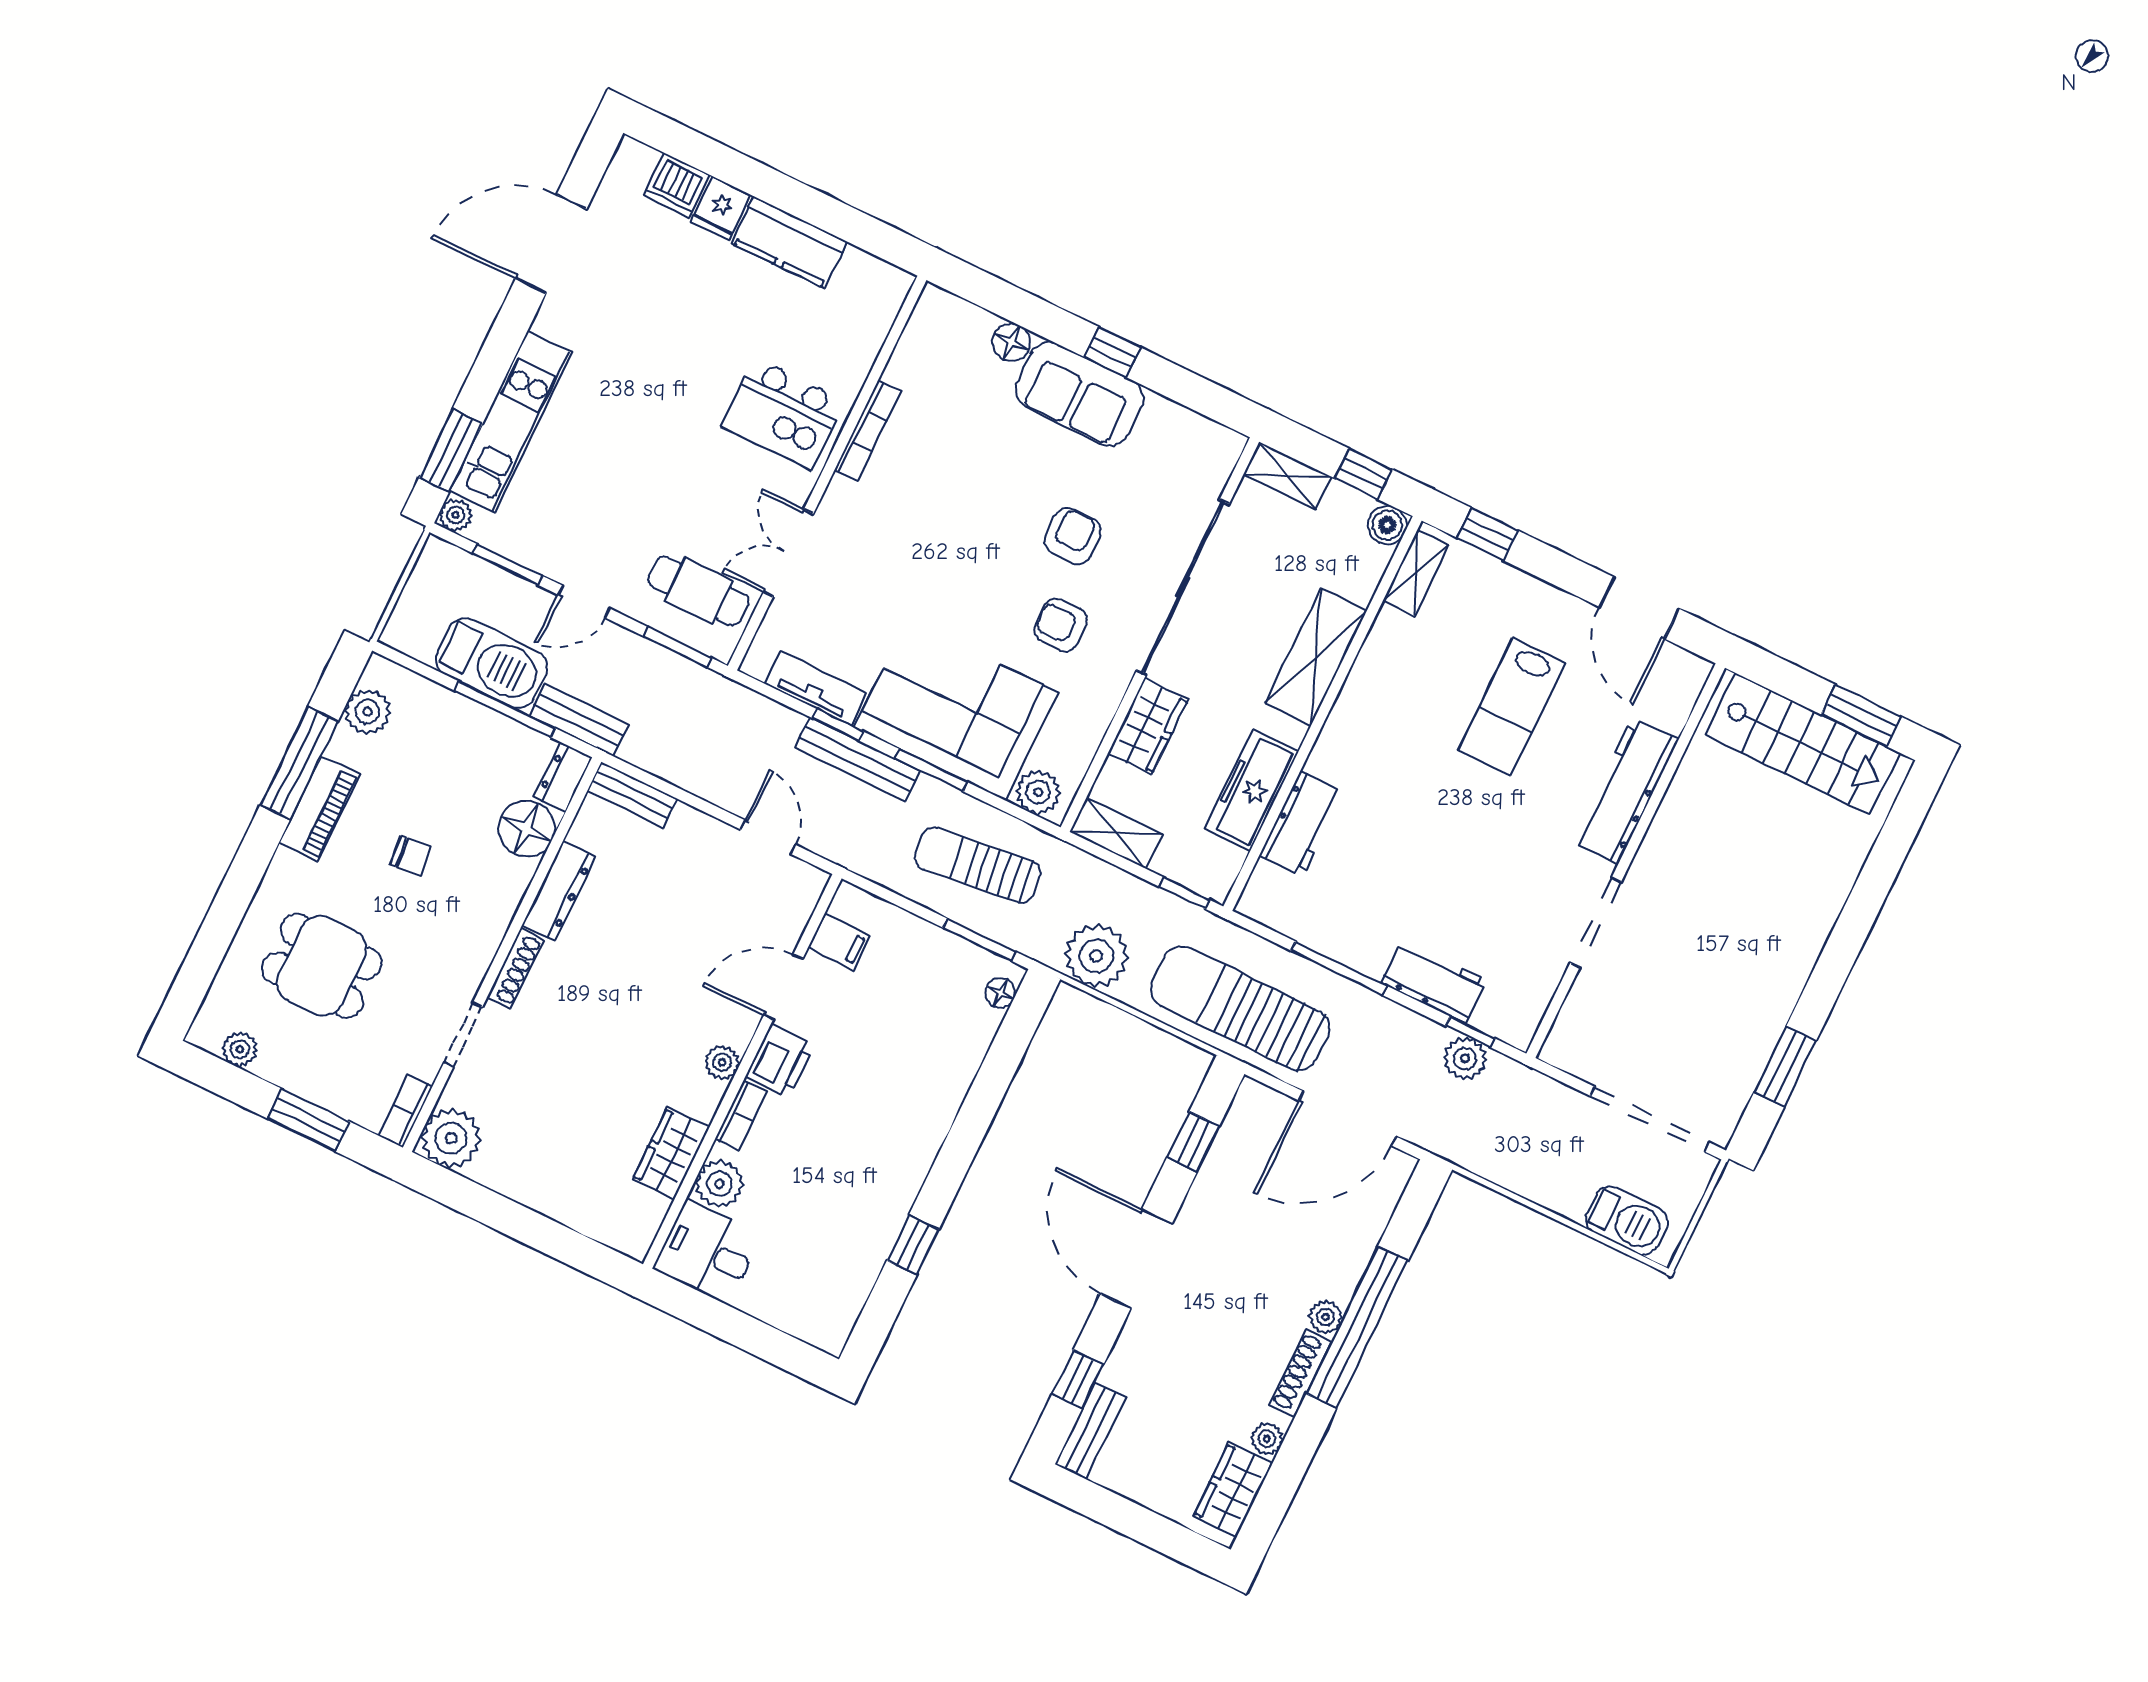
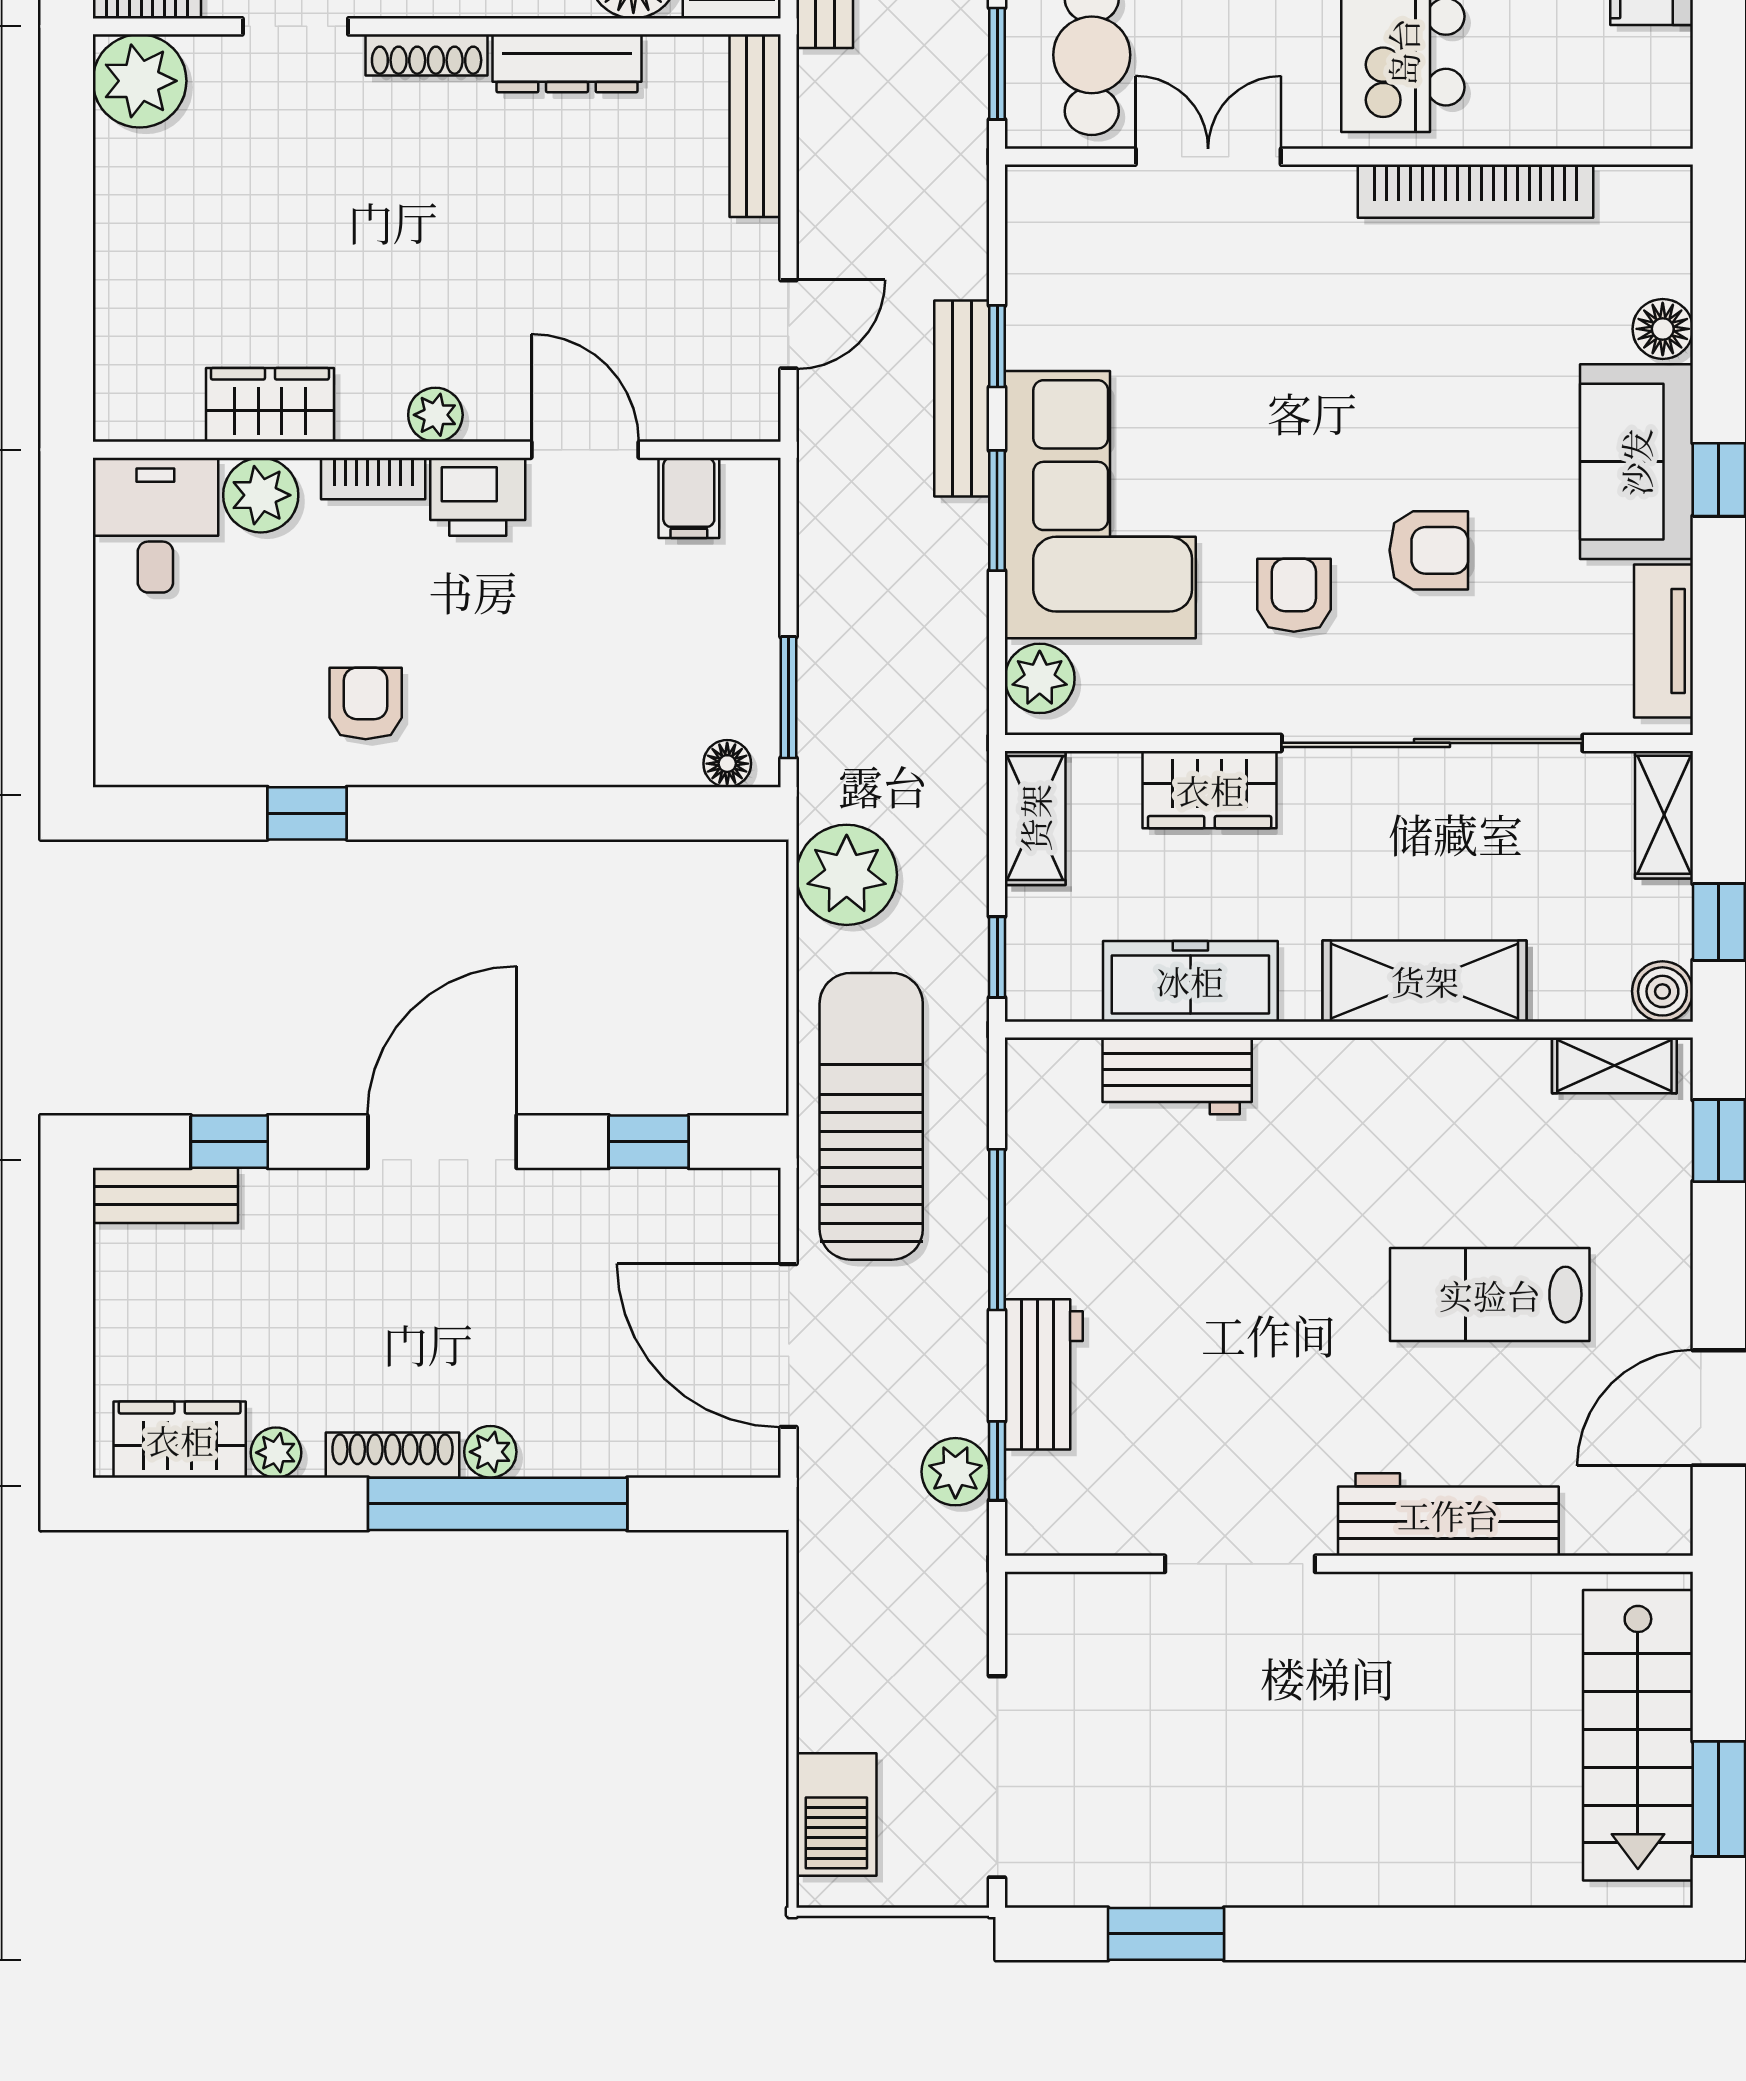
bookcase: (868, 431) -> (1476, 191), width x1.48, depth x1.31
tv unit: (816, 688) -> (1664, 641), moved, turned 180
bench: (632, 795) -> (755, 126), width x1.36
sun lounger: (978, 865) -> (894, 643), removed
armchair: (867, 1182) -> (366, 703), added

